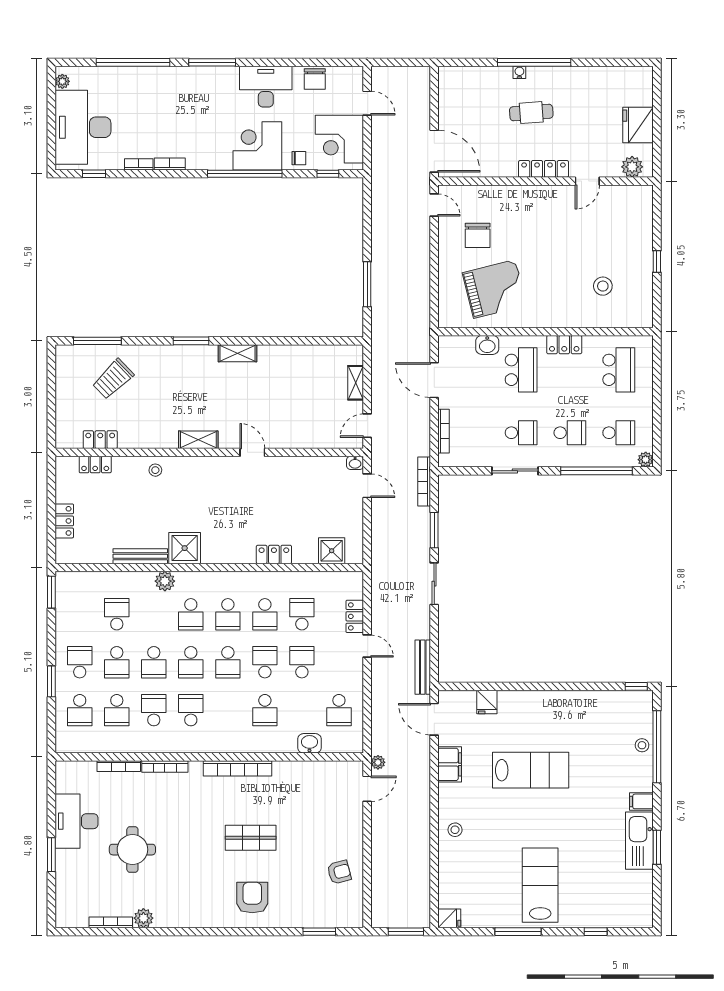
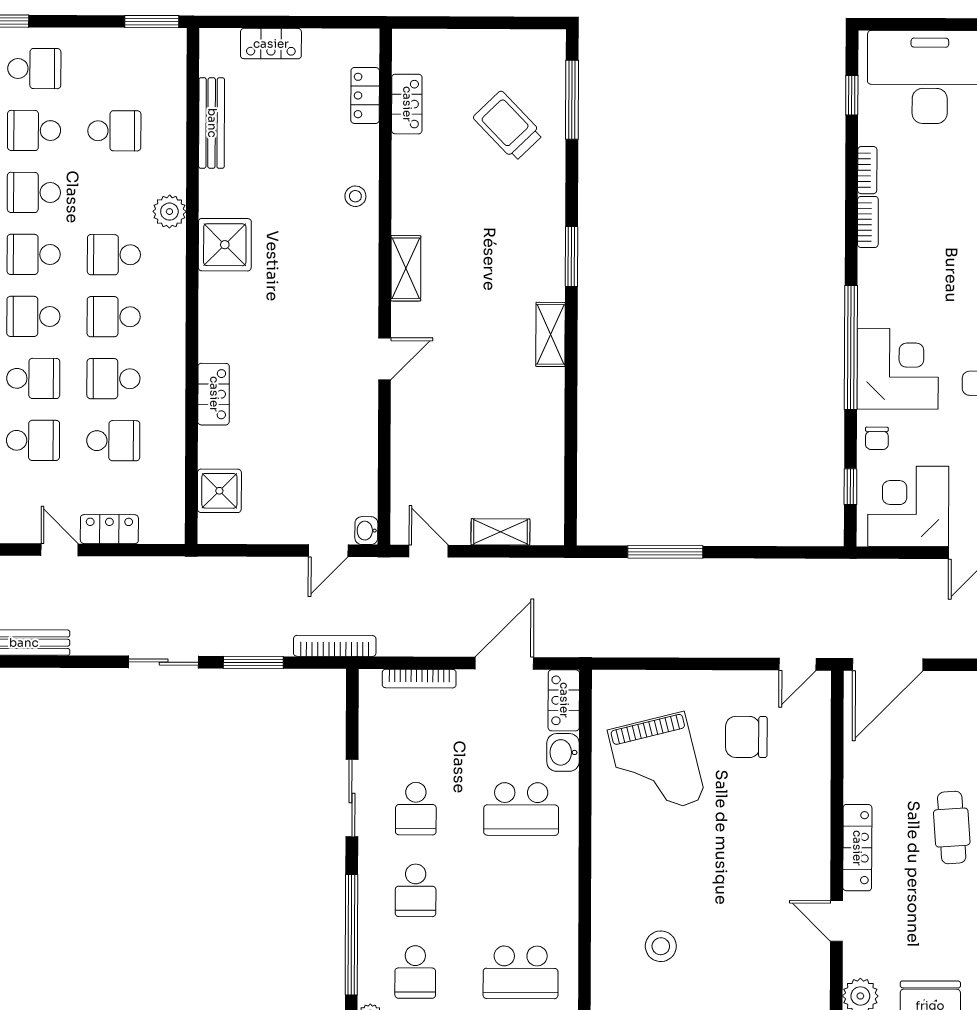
locker: (564, 345) -> (564, 700), moved
bench: (140, 556) -> (212, 123), moved
door: (367, 646) -> (60, 550), swing flipped

